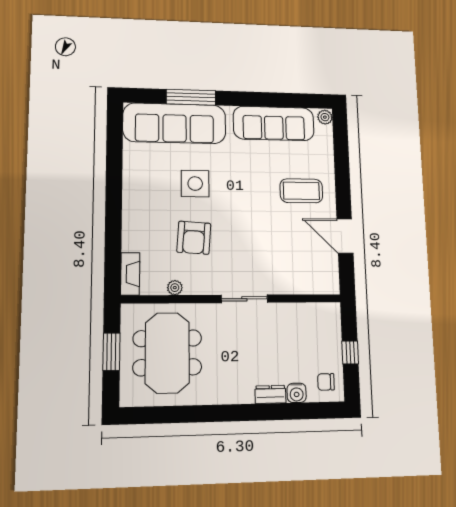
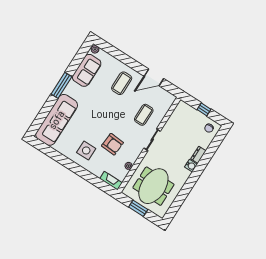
window: (191, 97) -> (61, 85), moved
sofa: (274, 123) -> (87, 70), width x0.73
side table: (195, 184) -> (86, 150), moved
coffee table: (275, 258) -> (144, 115), added
meeting table: (167, 353) -> (153, 186), turned 90
water cooler: (297, 393) -> (191, 166), moved

